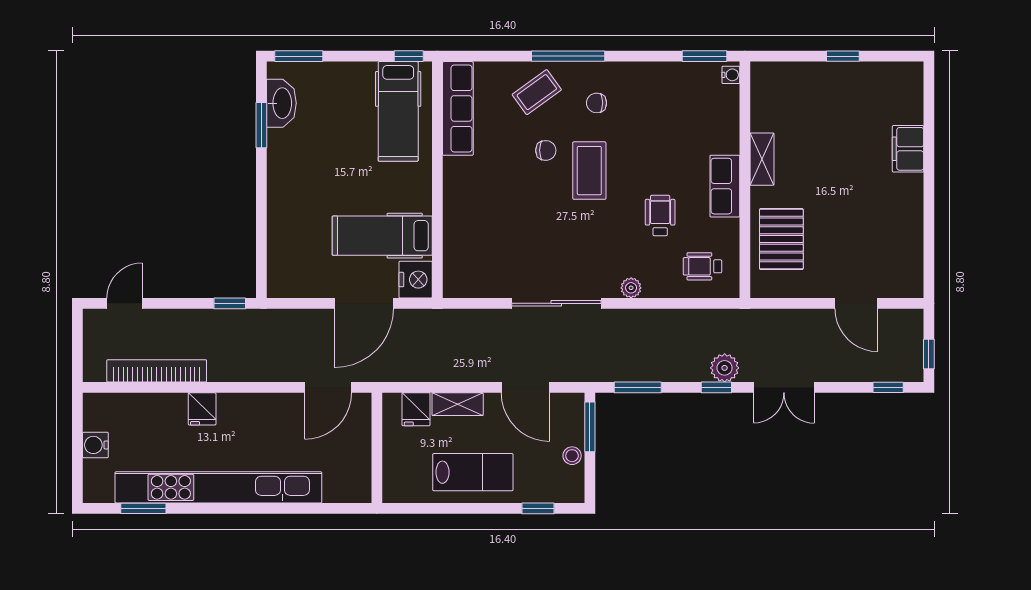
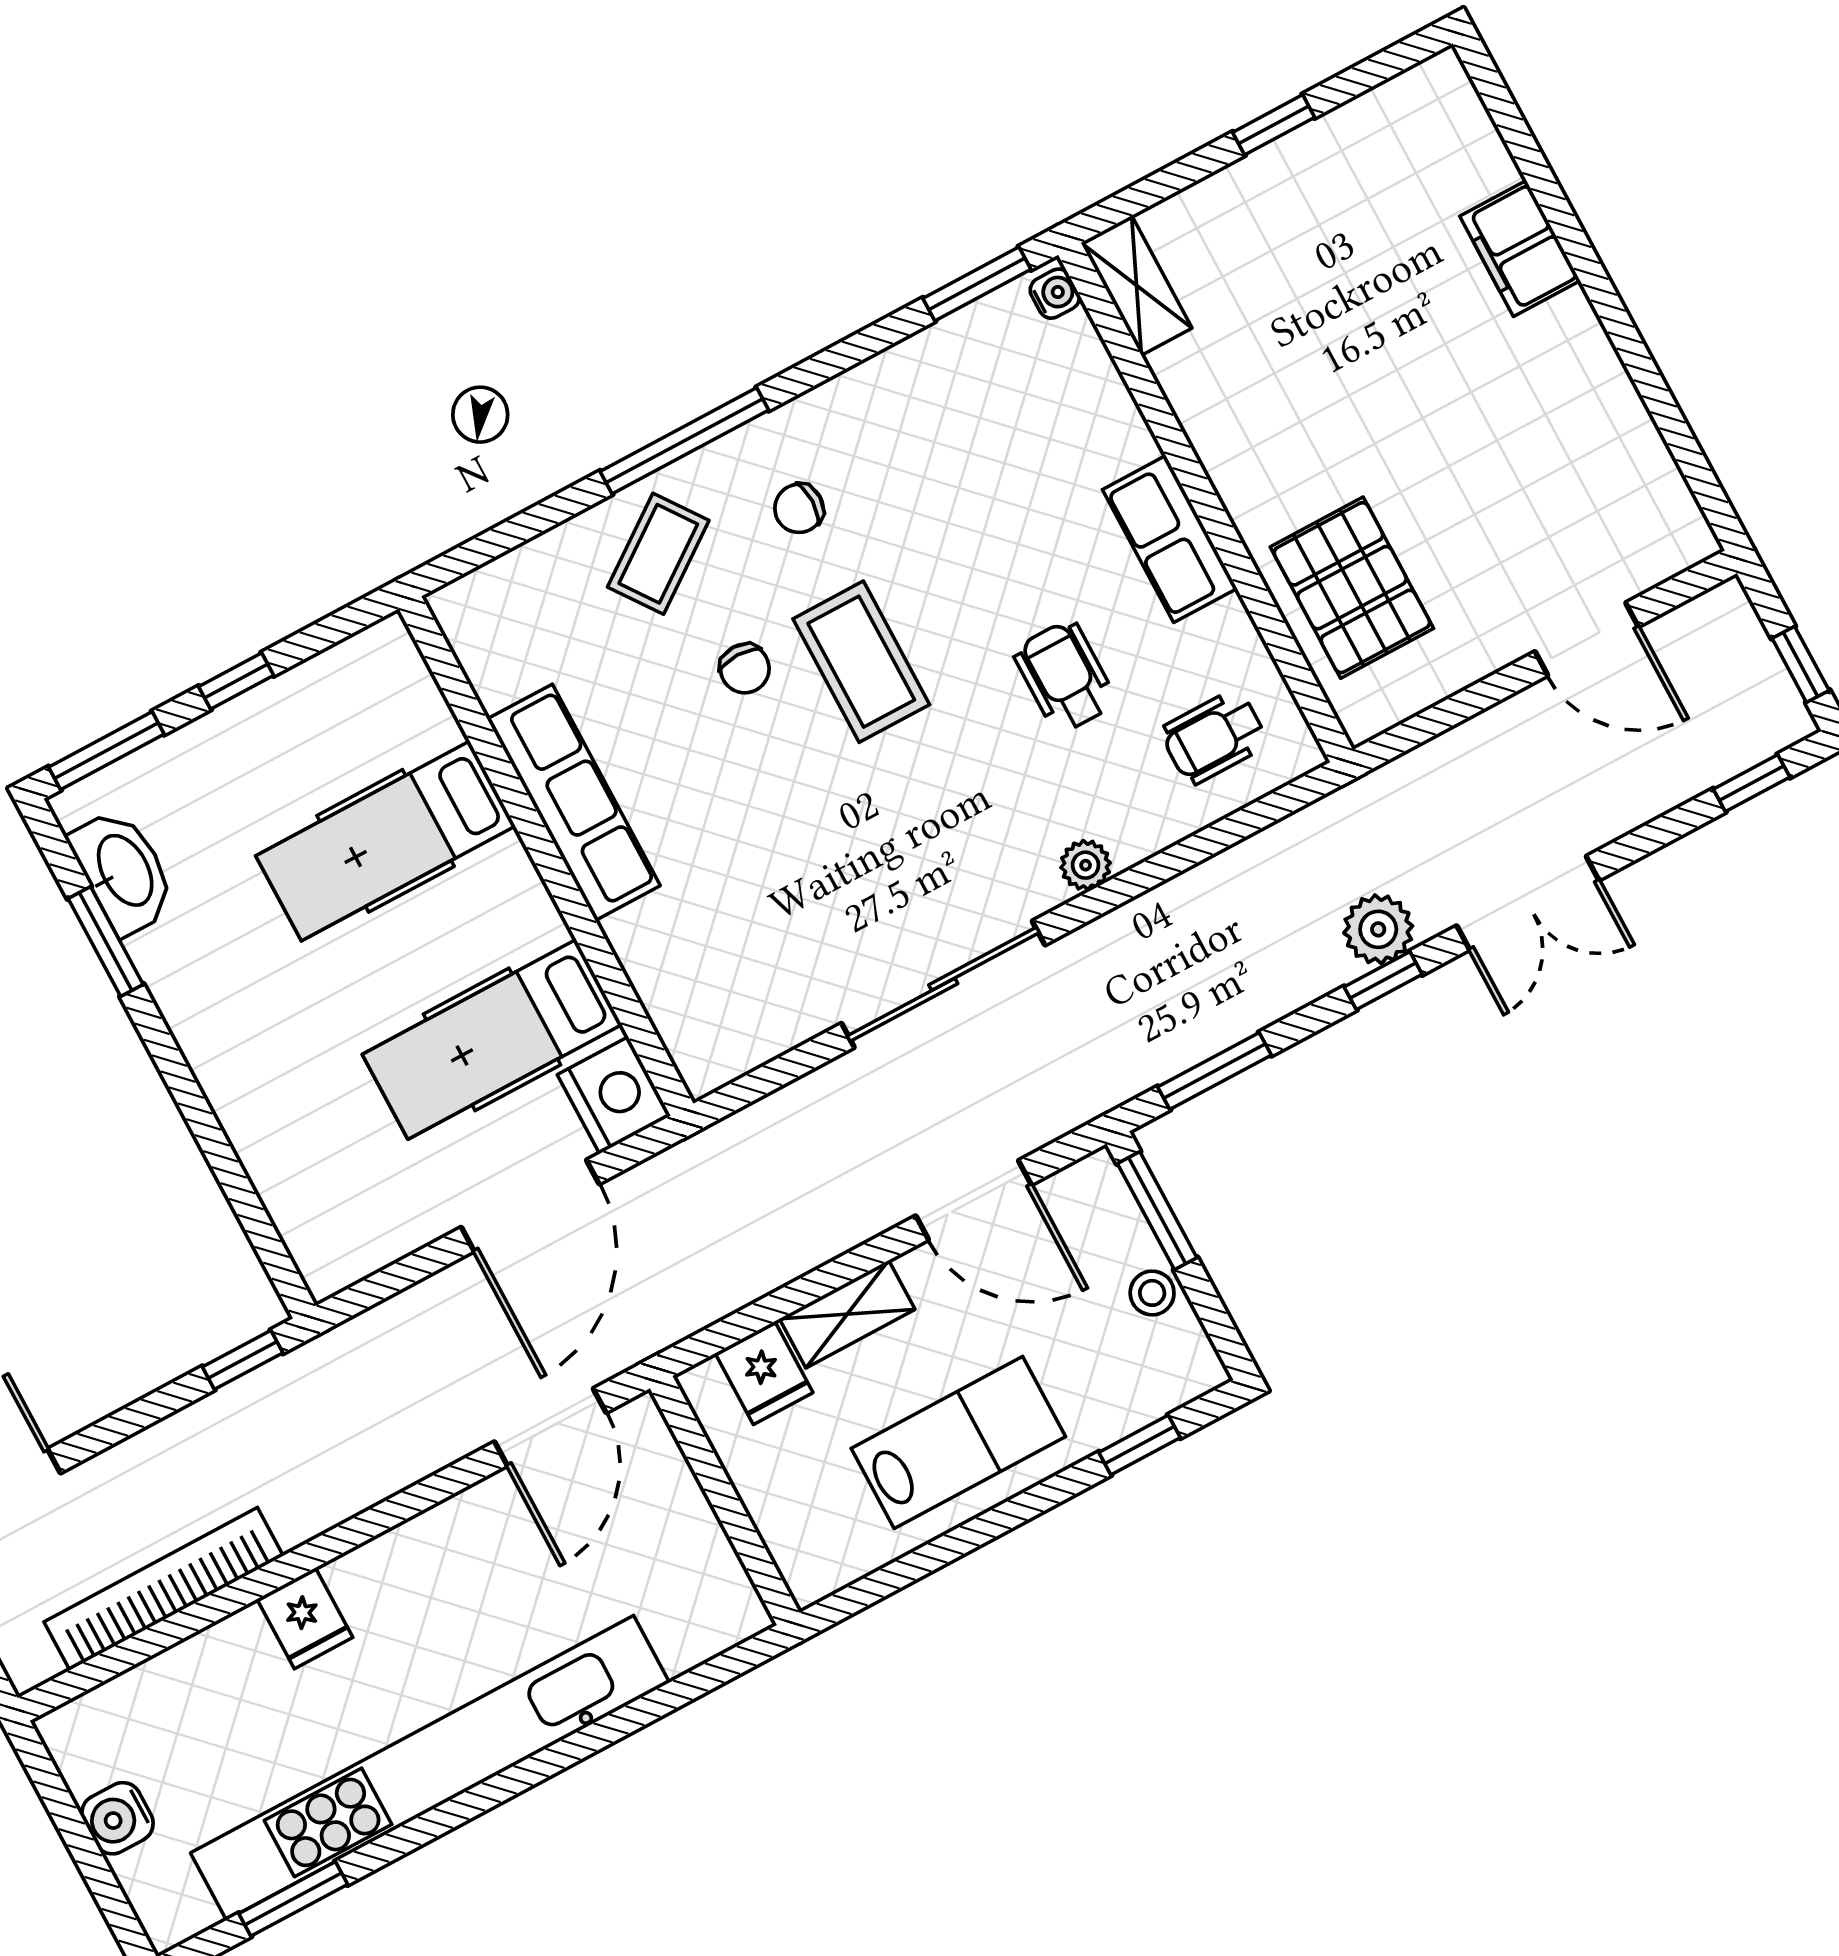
window: (409, 56) -> (236, 681), moved
row of seats: (458, 108) -> (574, 802), moved
hospital bed: (398, 111) -> (386, 841), moved, turned 90
chair: (546, 150) -> (745, 669), turned 90
shelving: (762, 159) -> (1136, 285), moved

